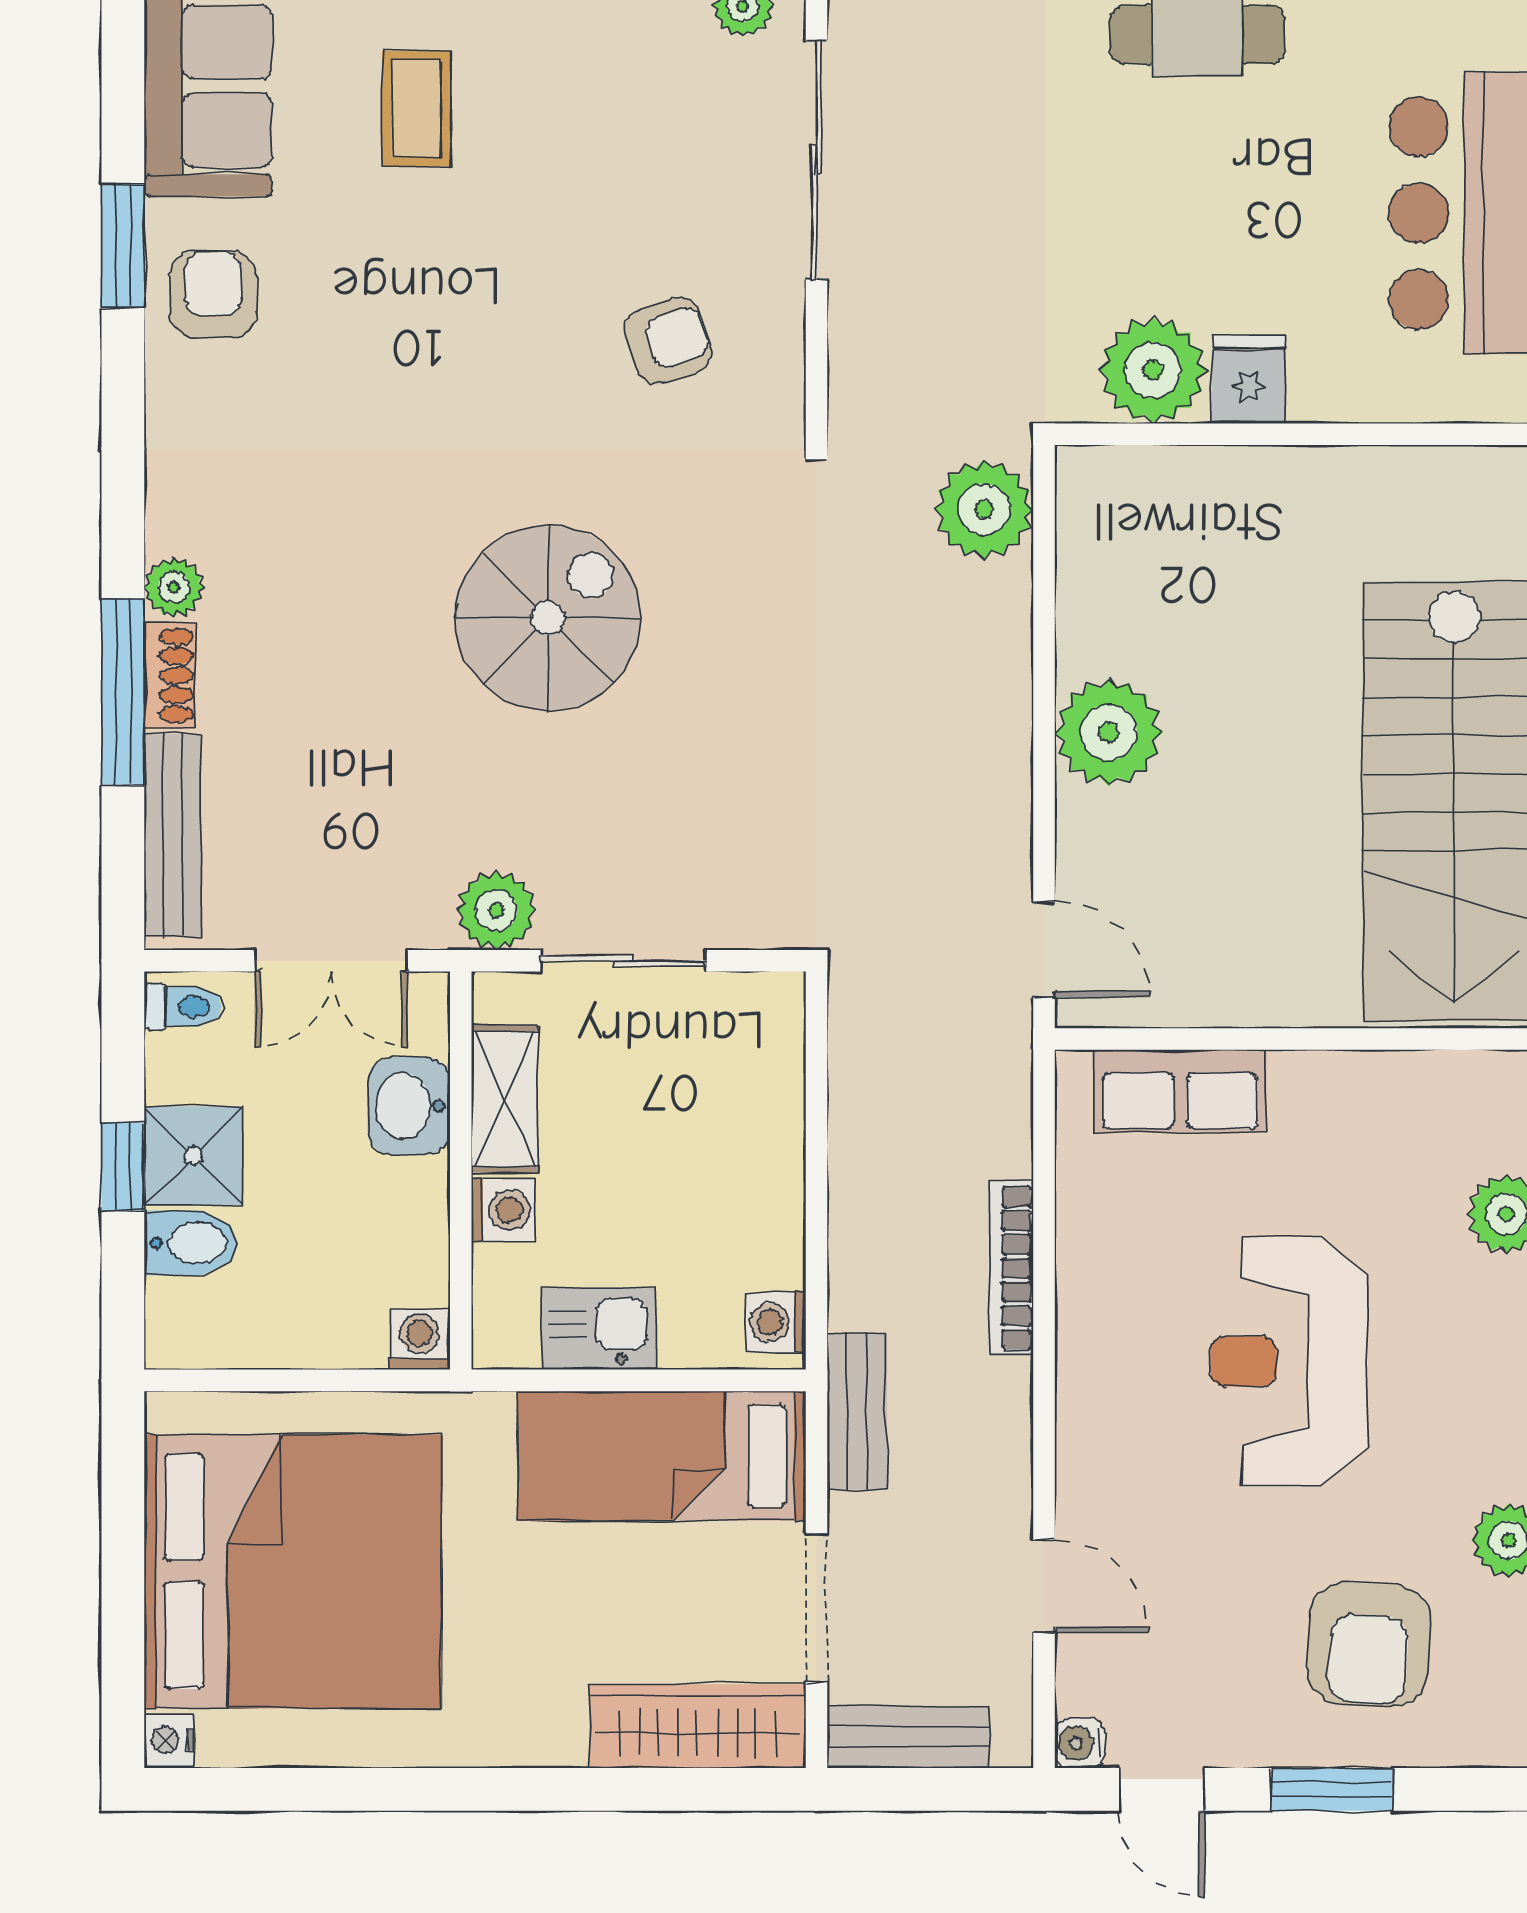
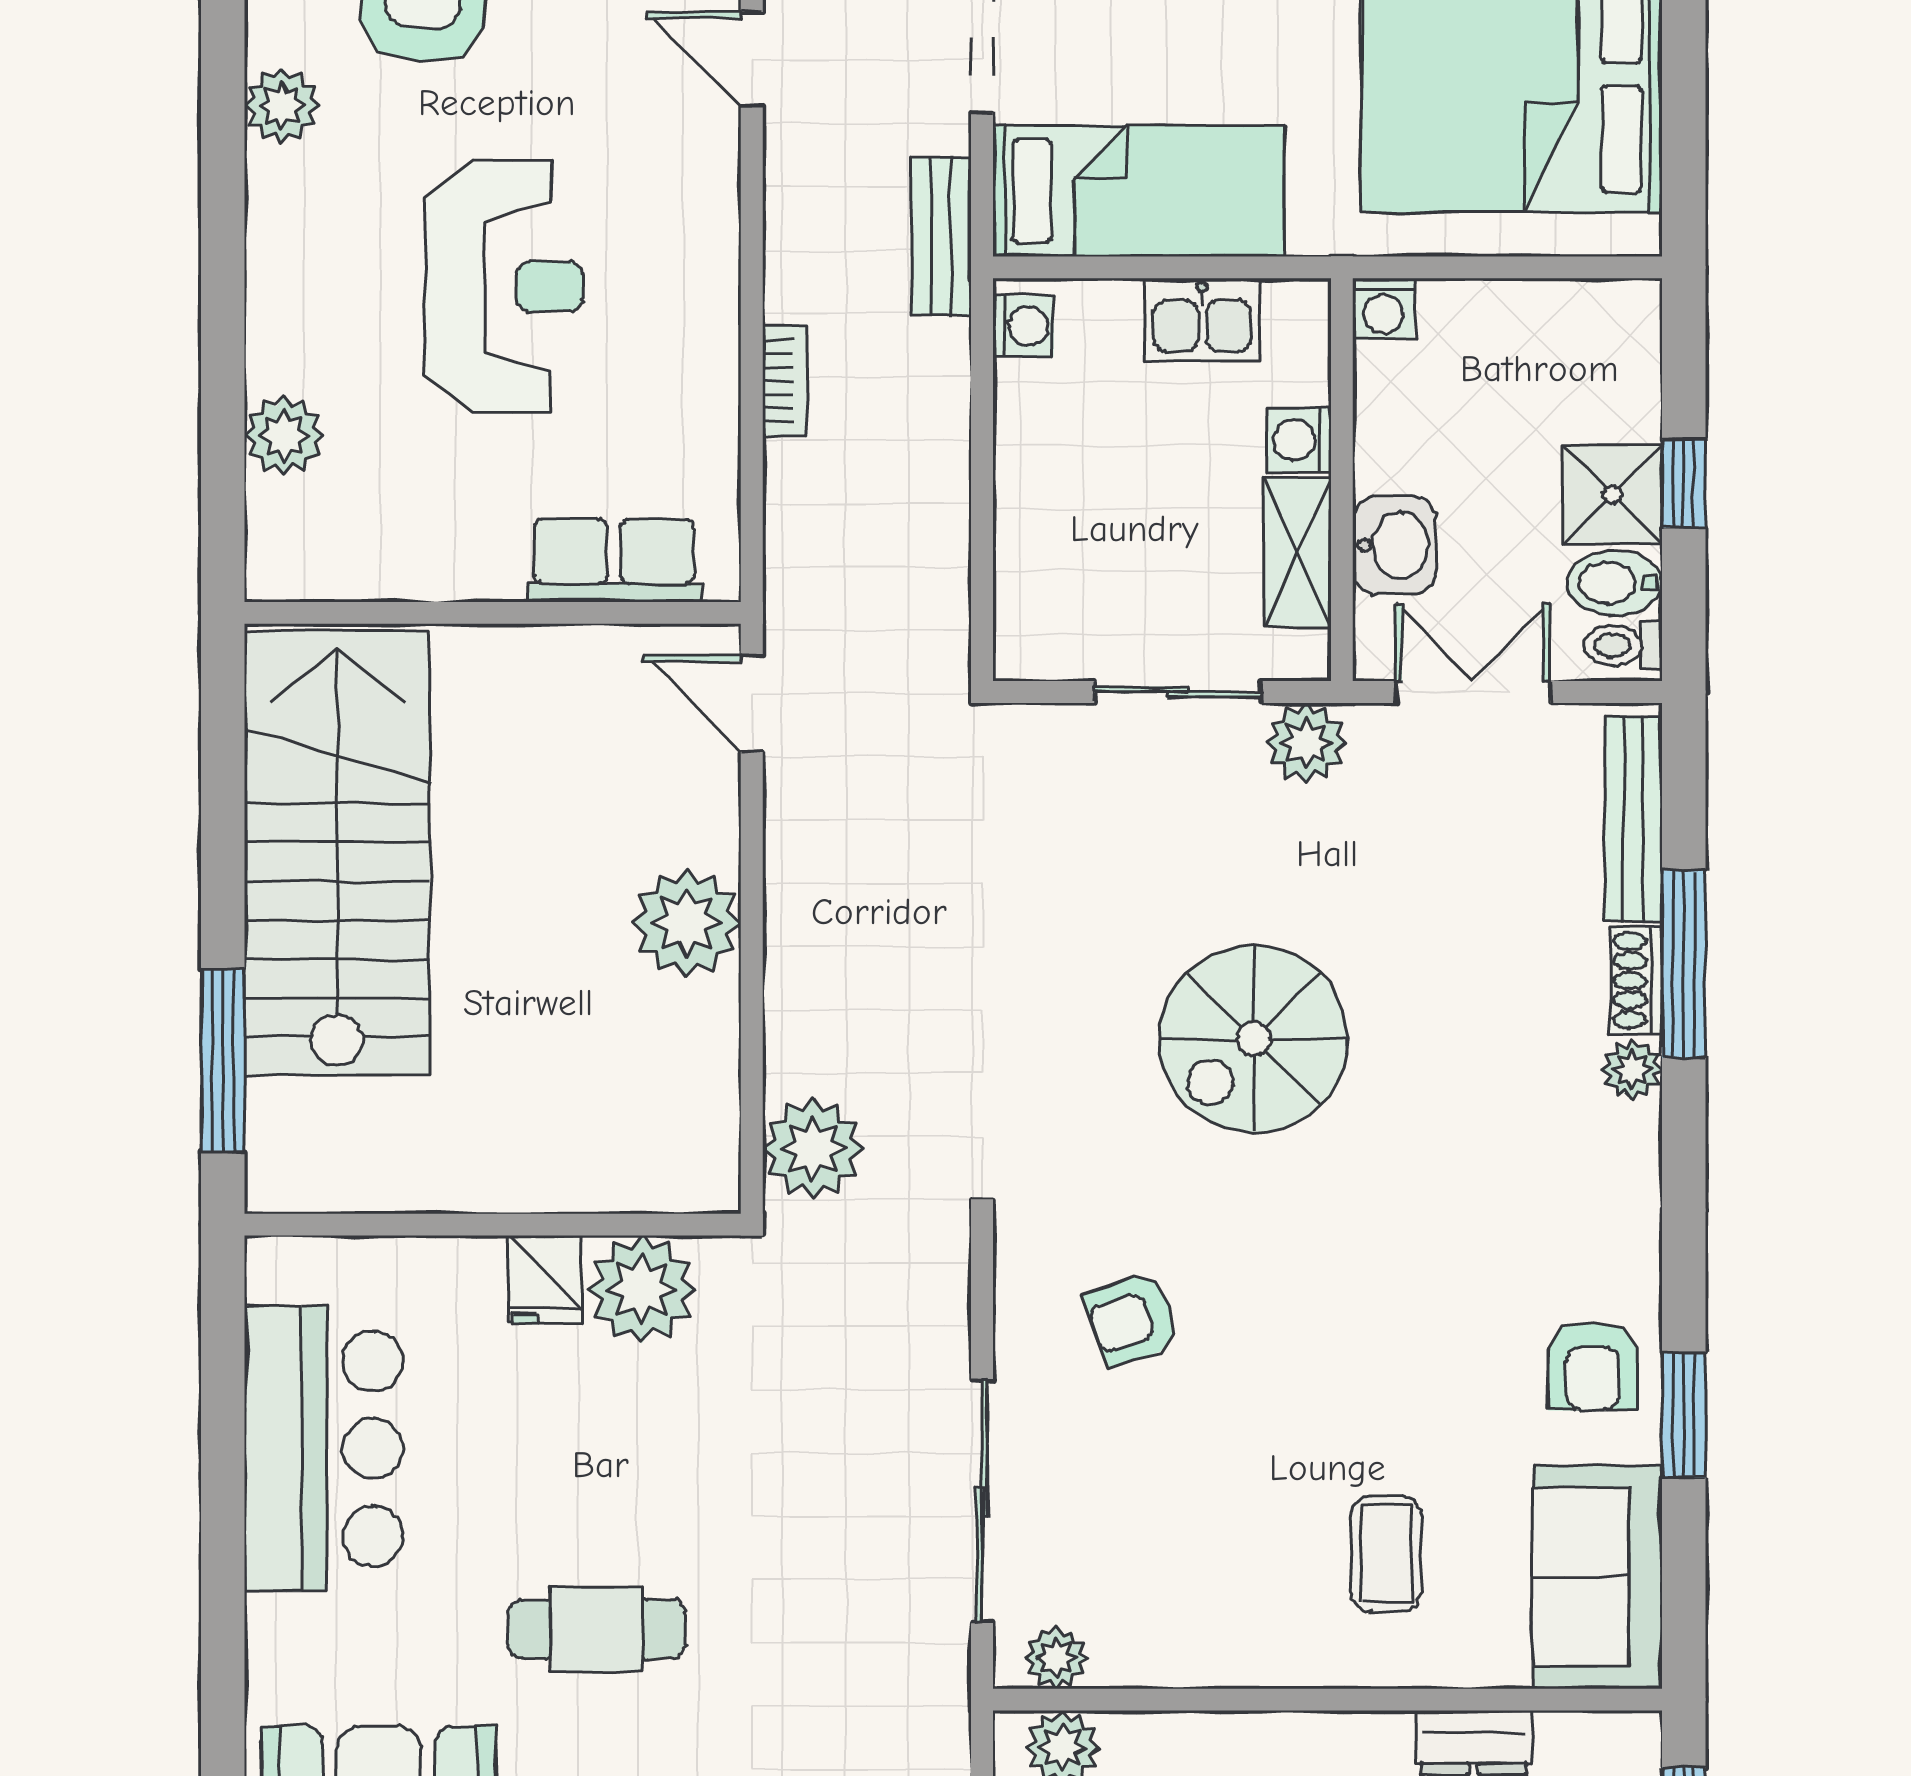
bidet: (191, 1243) -> (1615, 583), moved
bookcase: (1011, 1268) -> (785, 381), width x0.64

